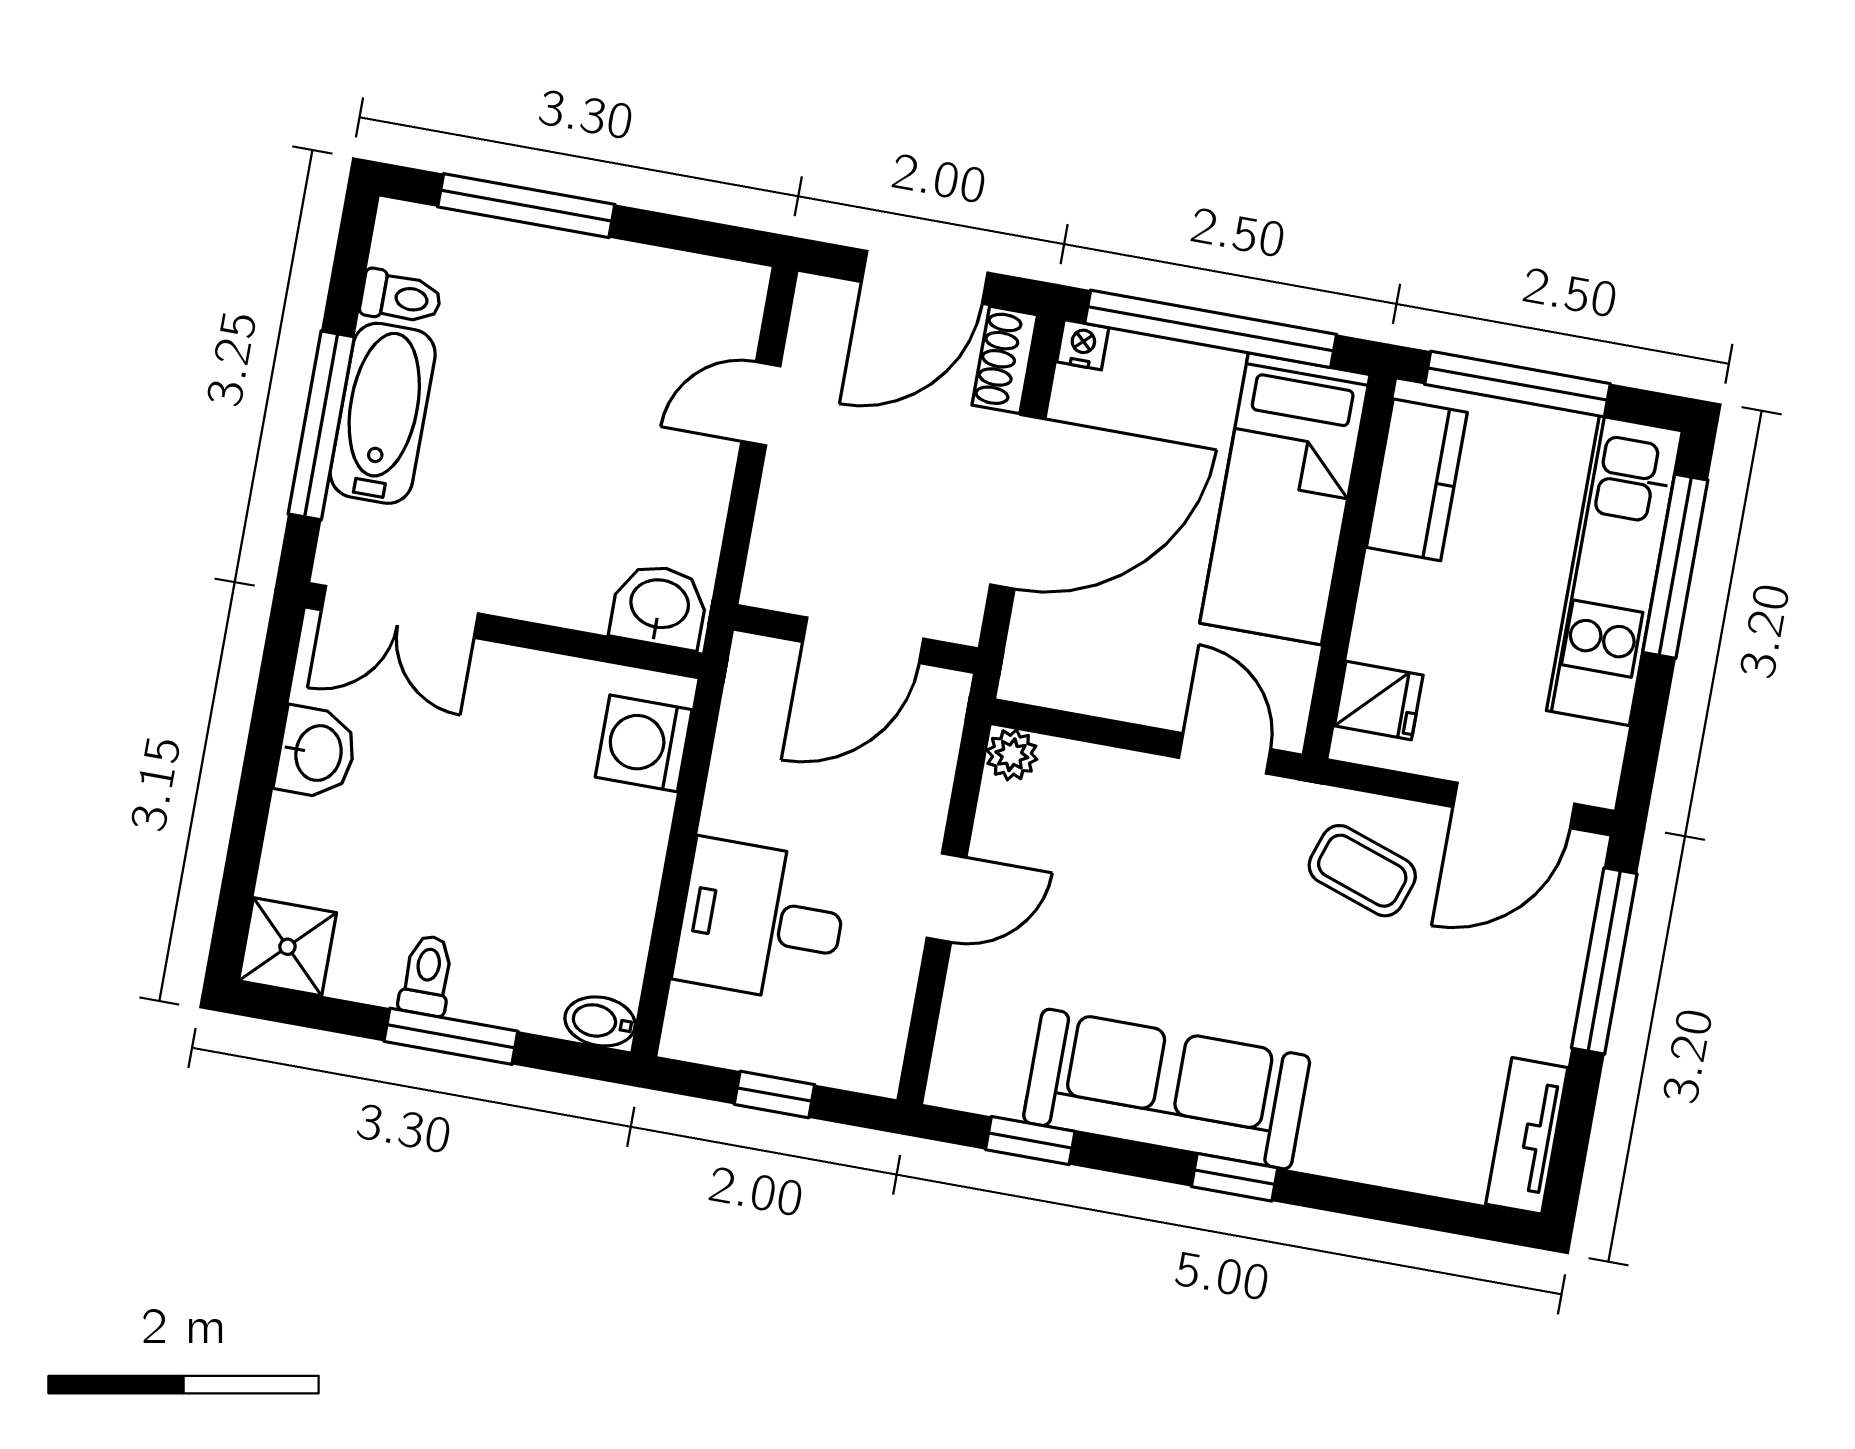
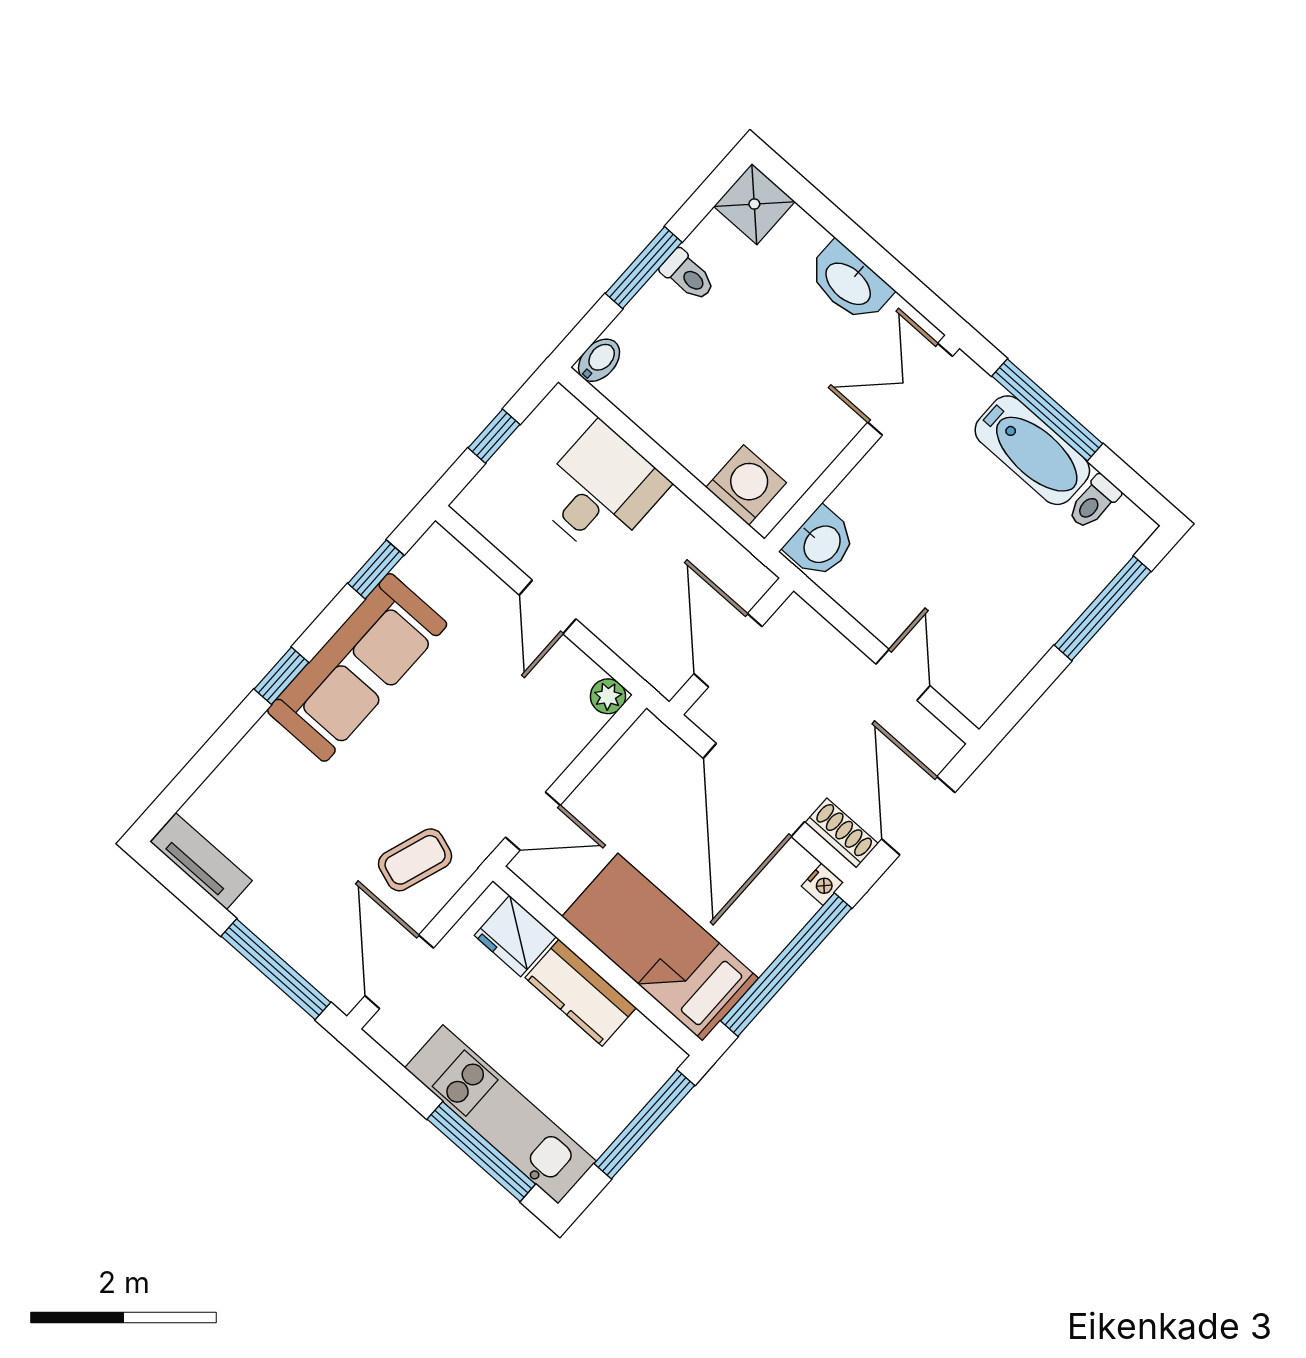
kitchen counter: (1417, 480) -> (581, 993), moved
fridge: (1379, 701) -> (515, 936), width x1.38
washbasin: (316, 753) -> (849, 283), width x1.38

